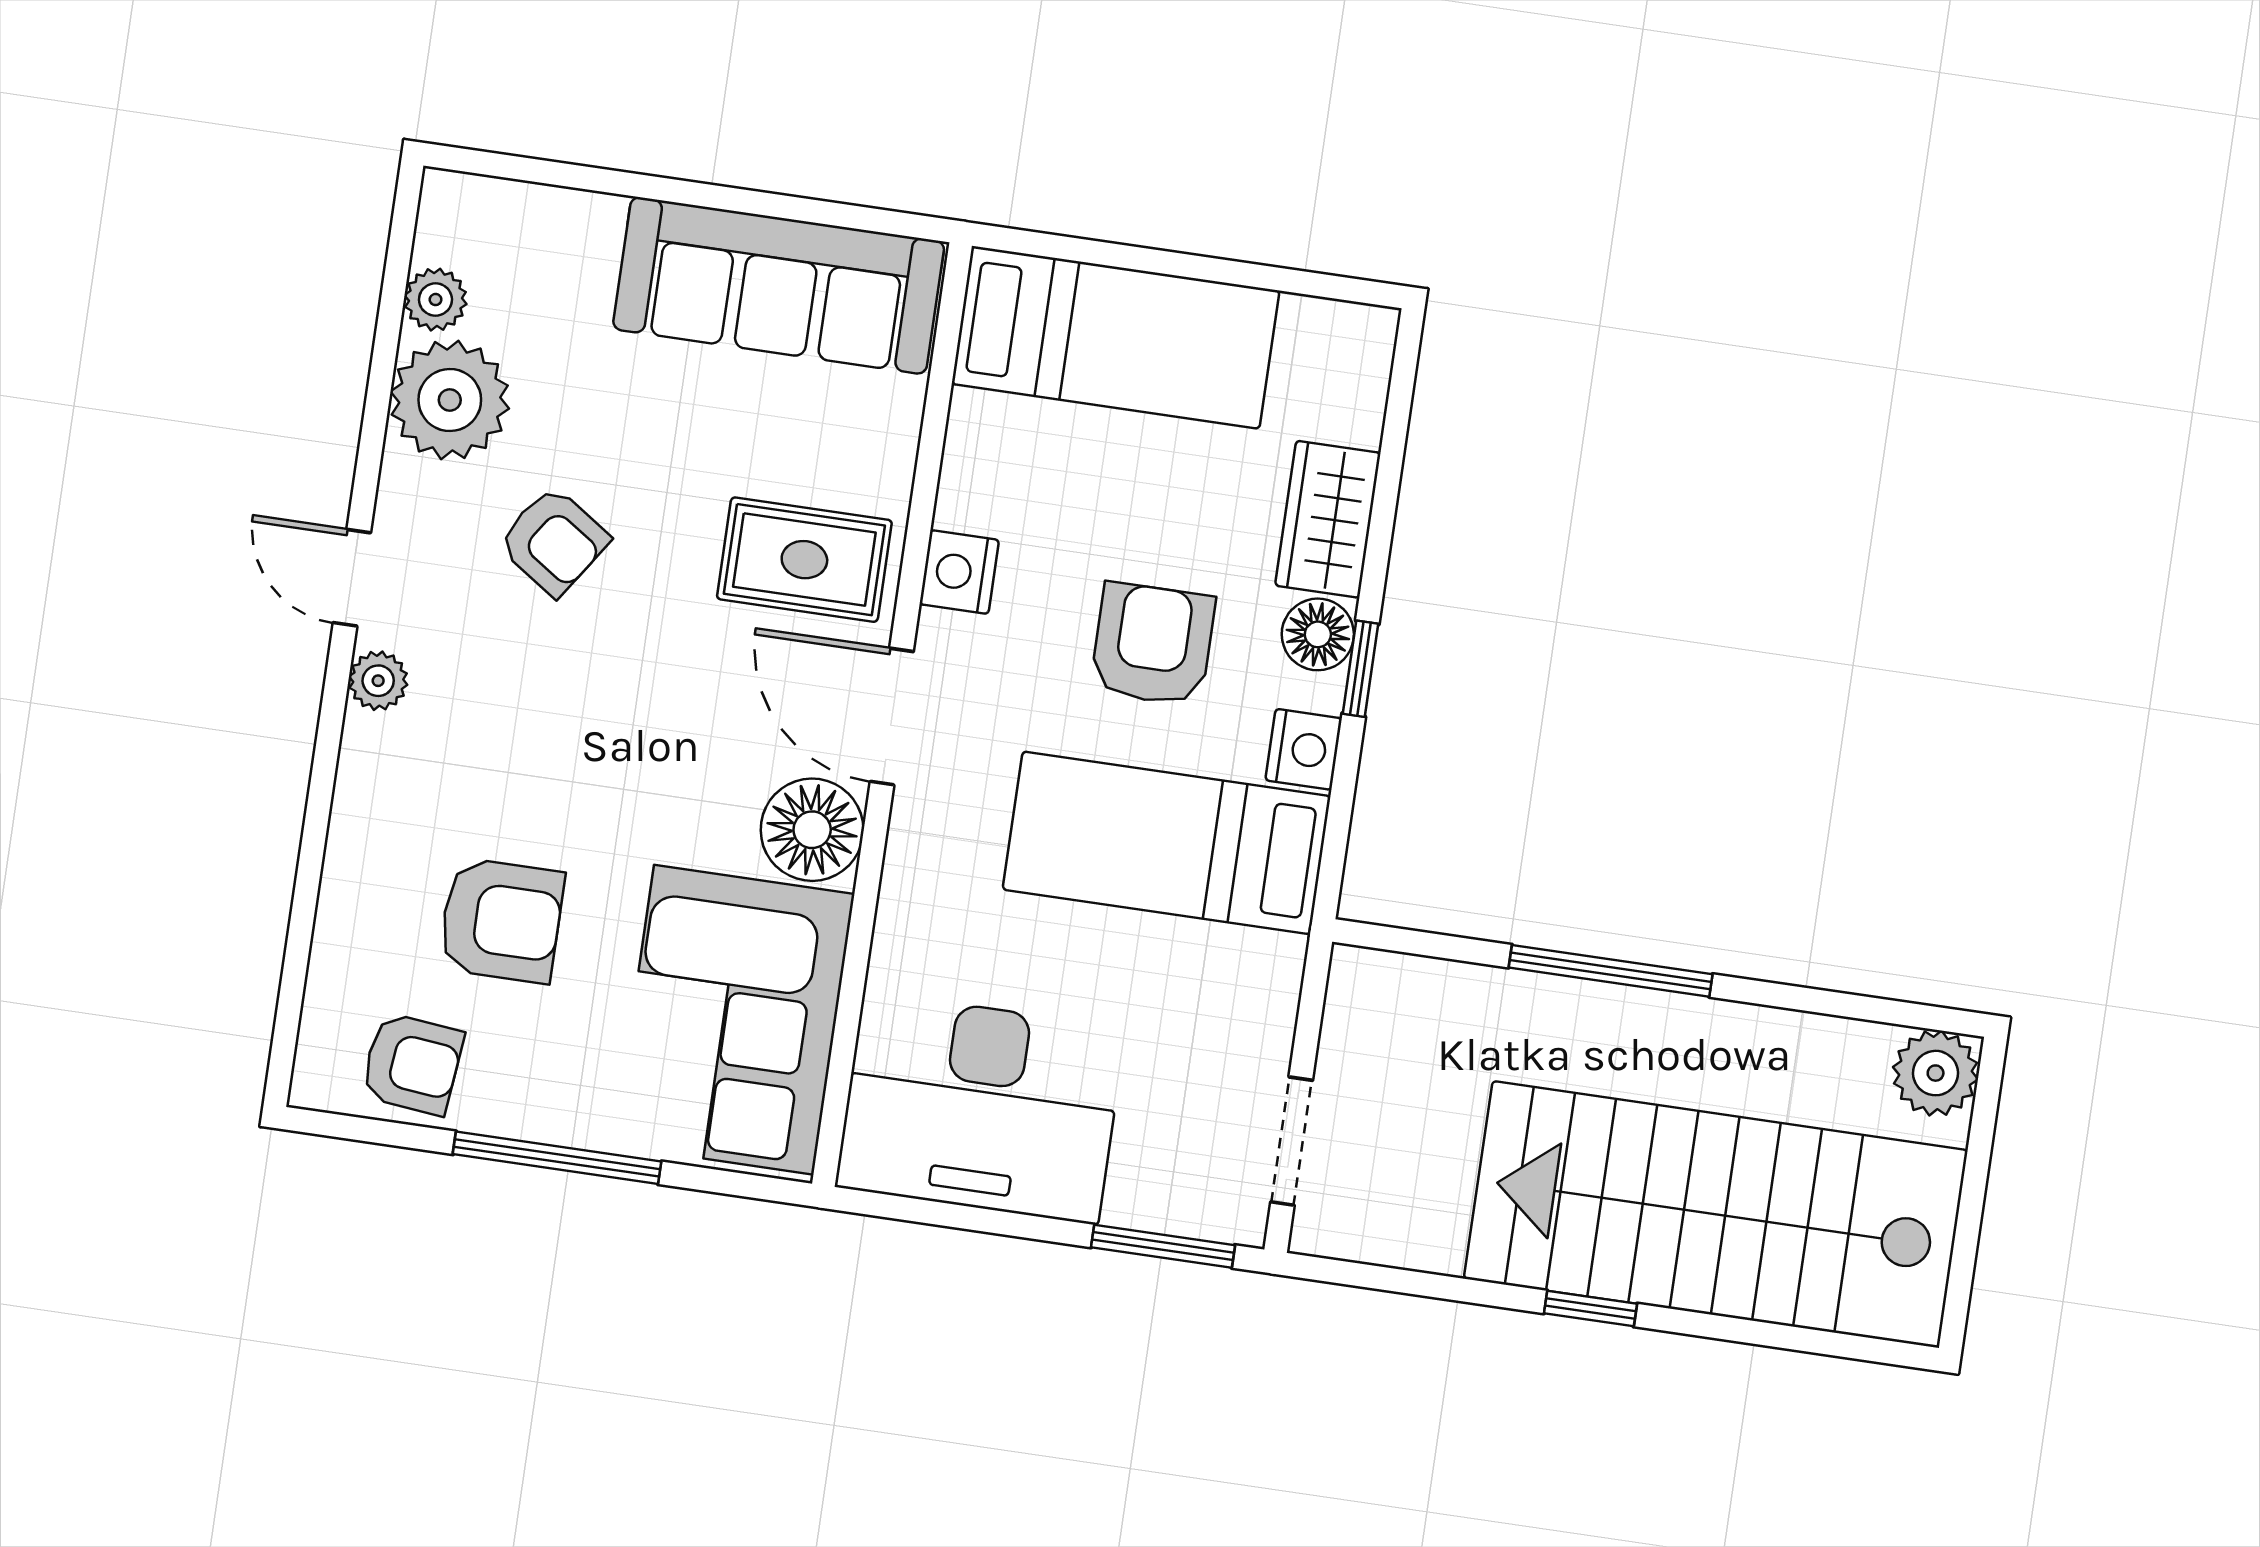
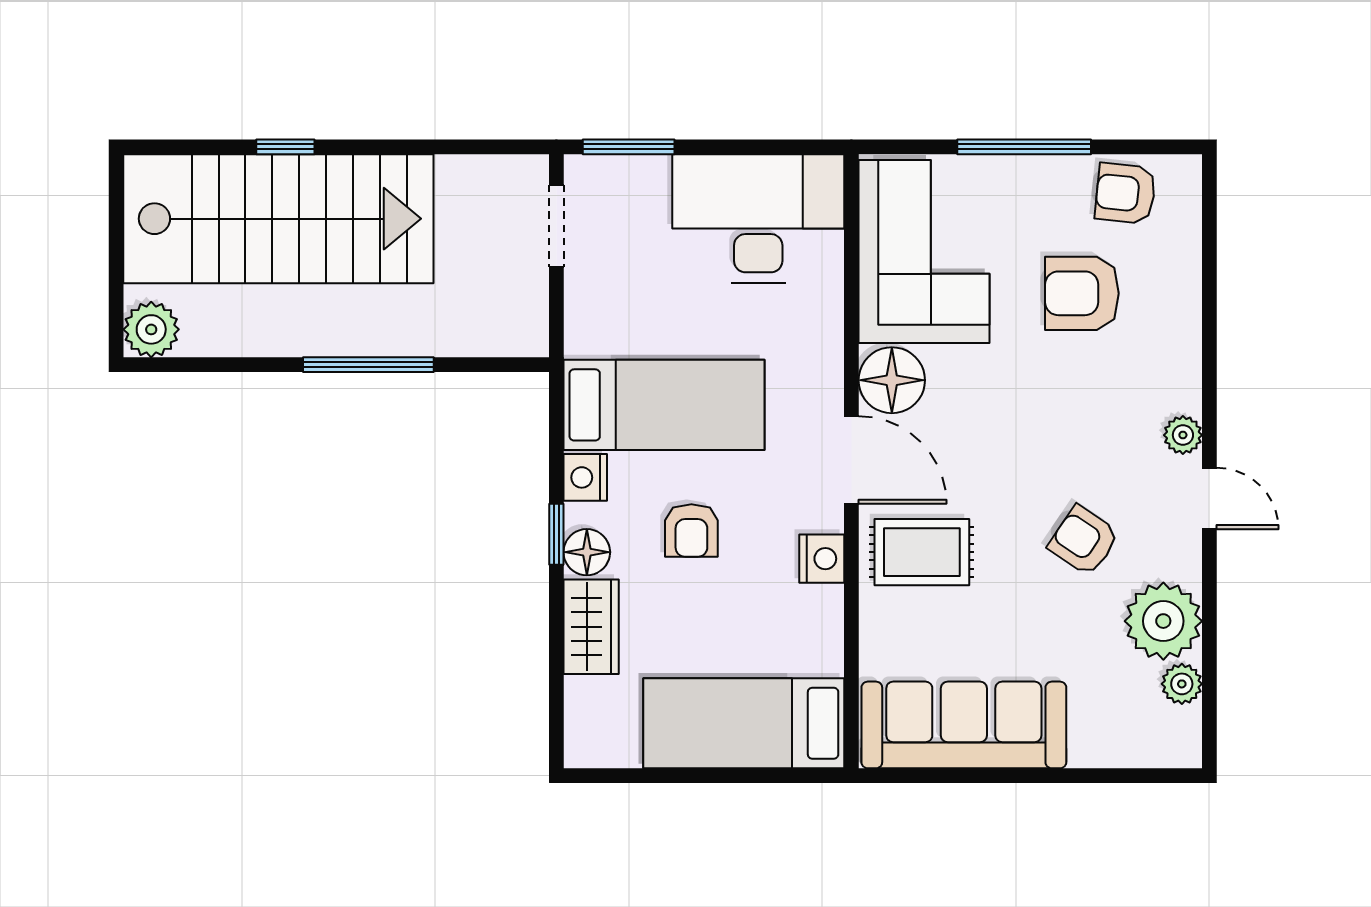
armchair: (1153, 644) -> (691, 531), width x0.72, depth x0.72
window: (1590, 1309) -> (285, 147), moved

